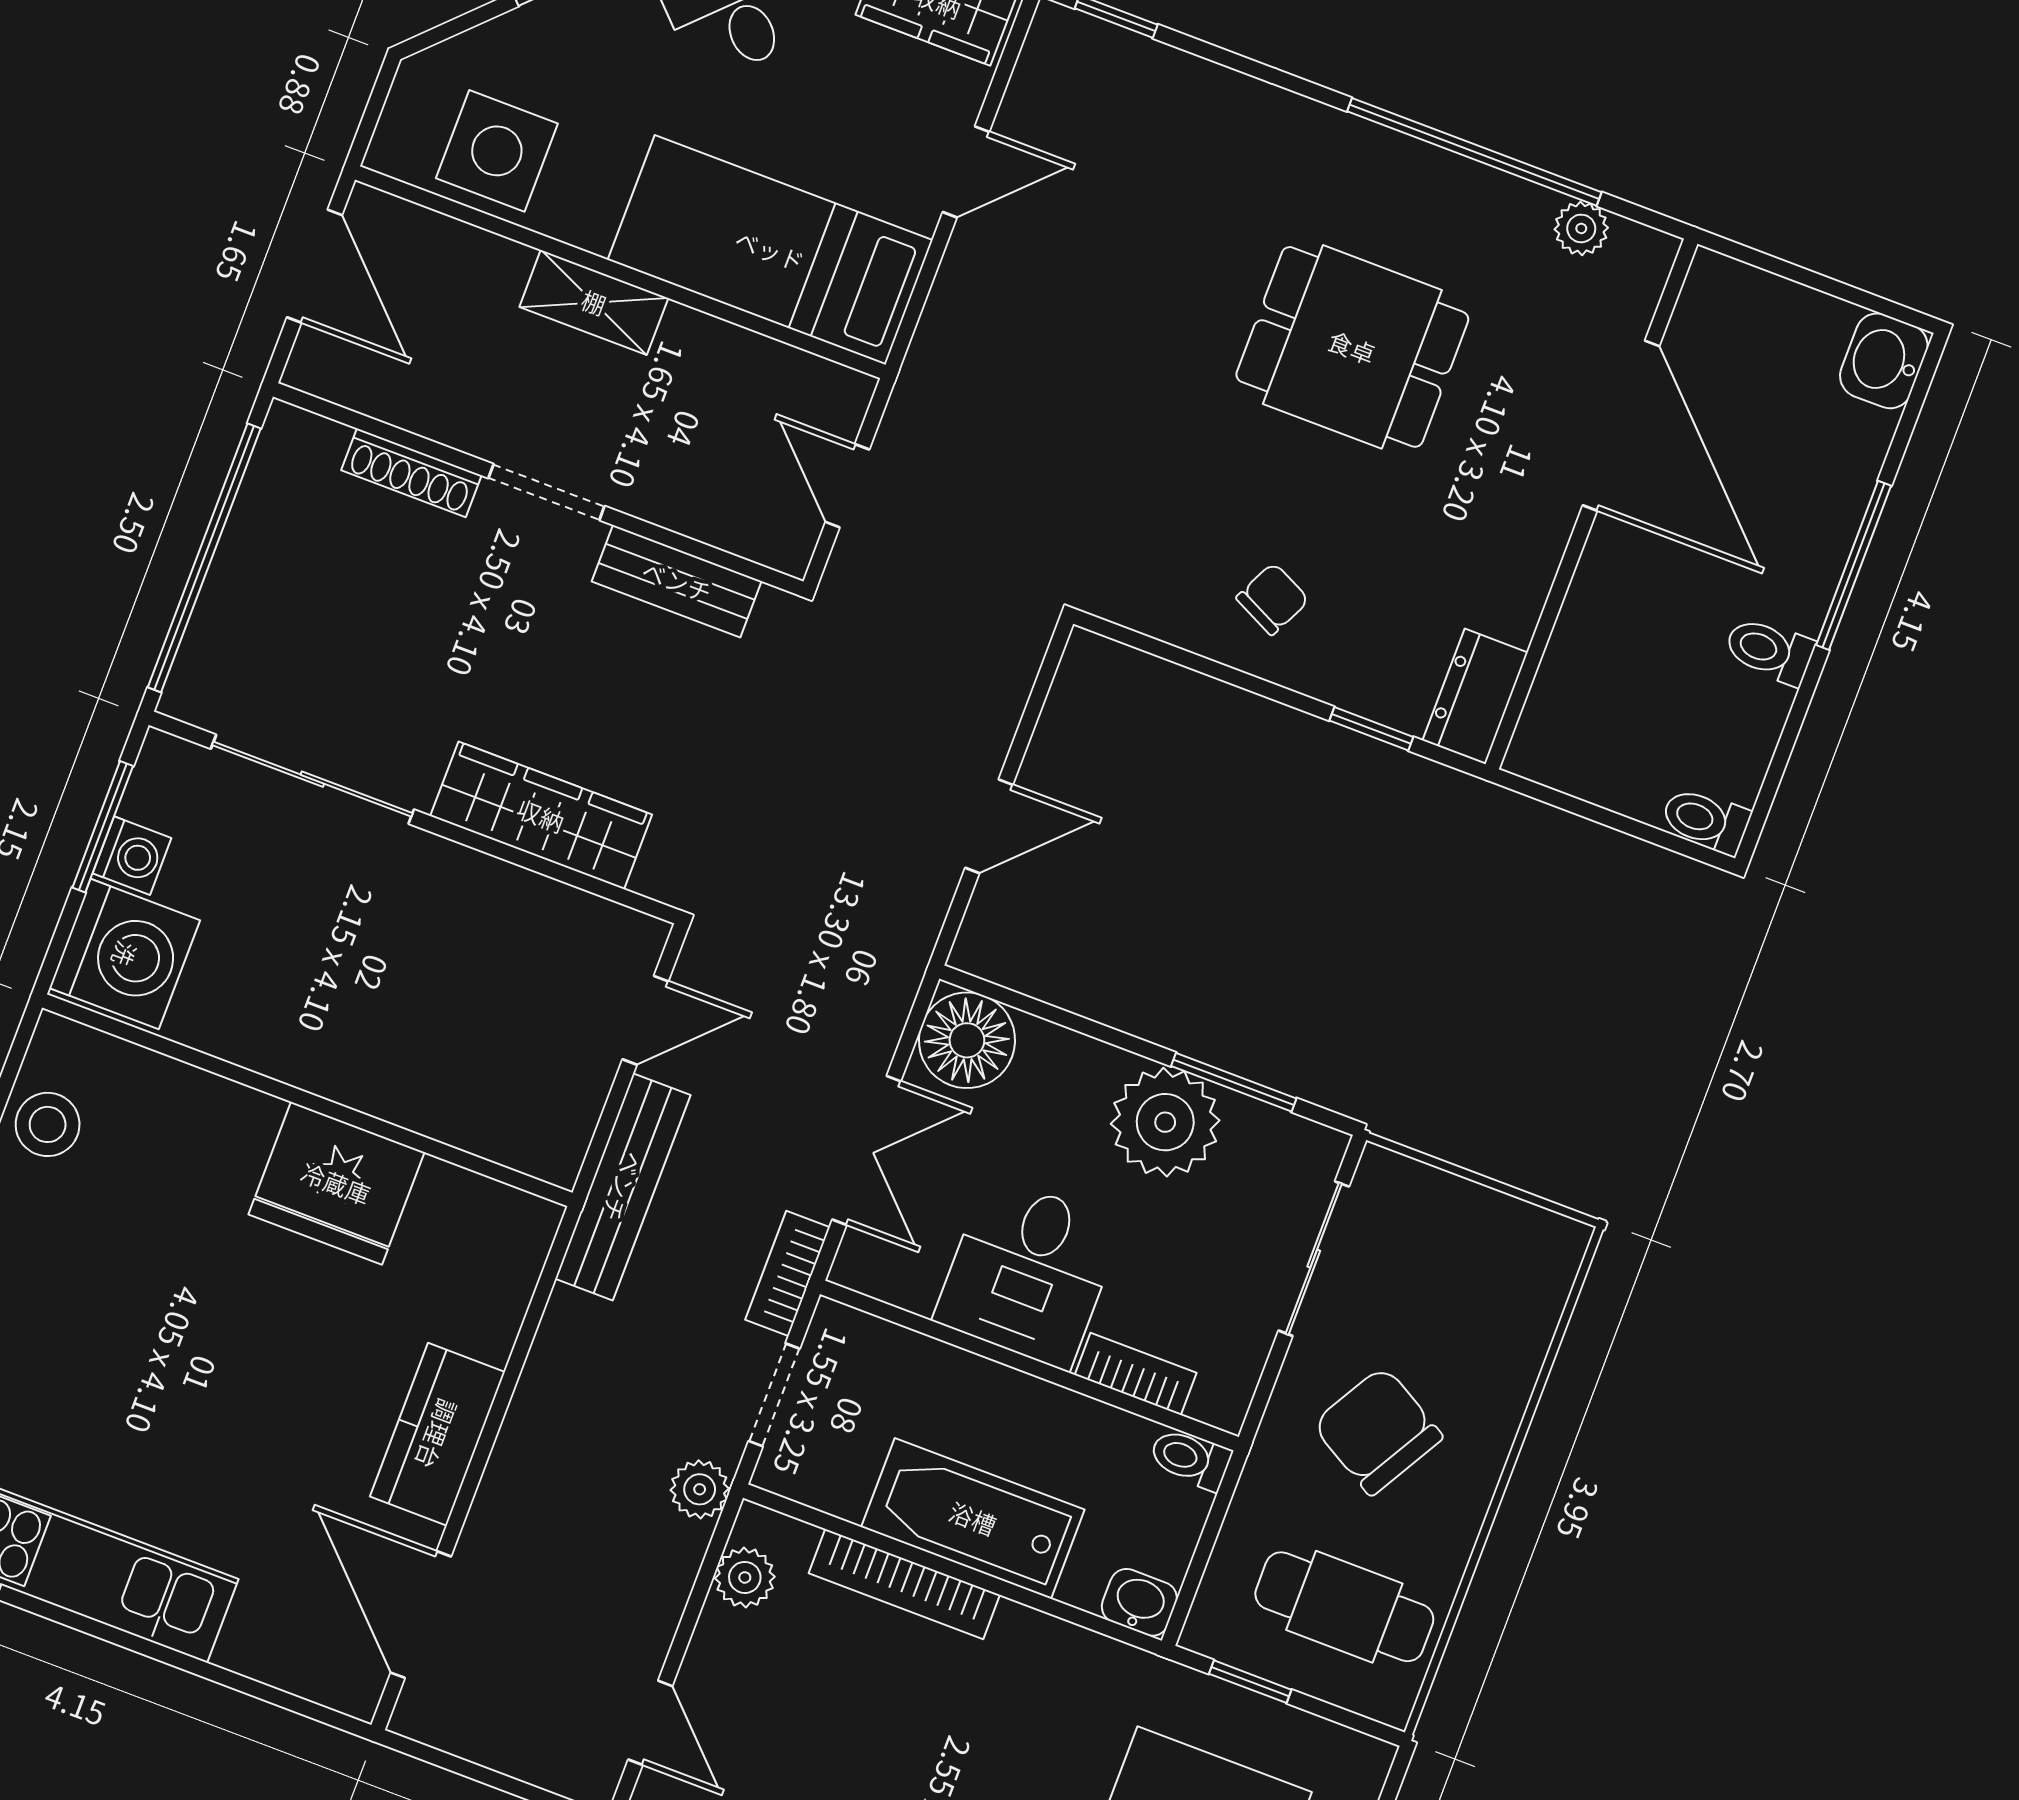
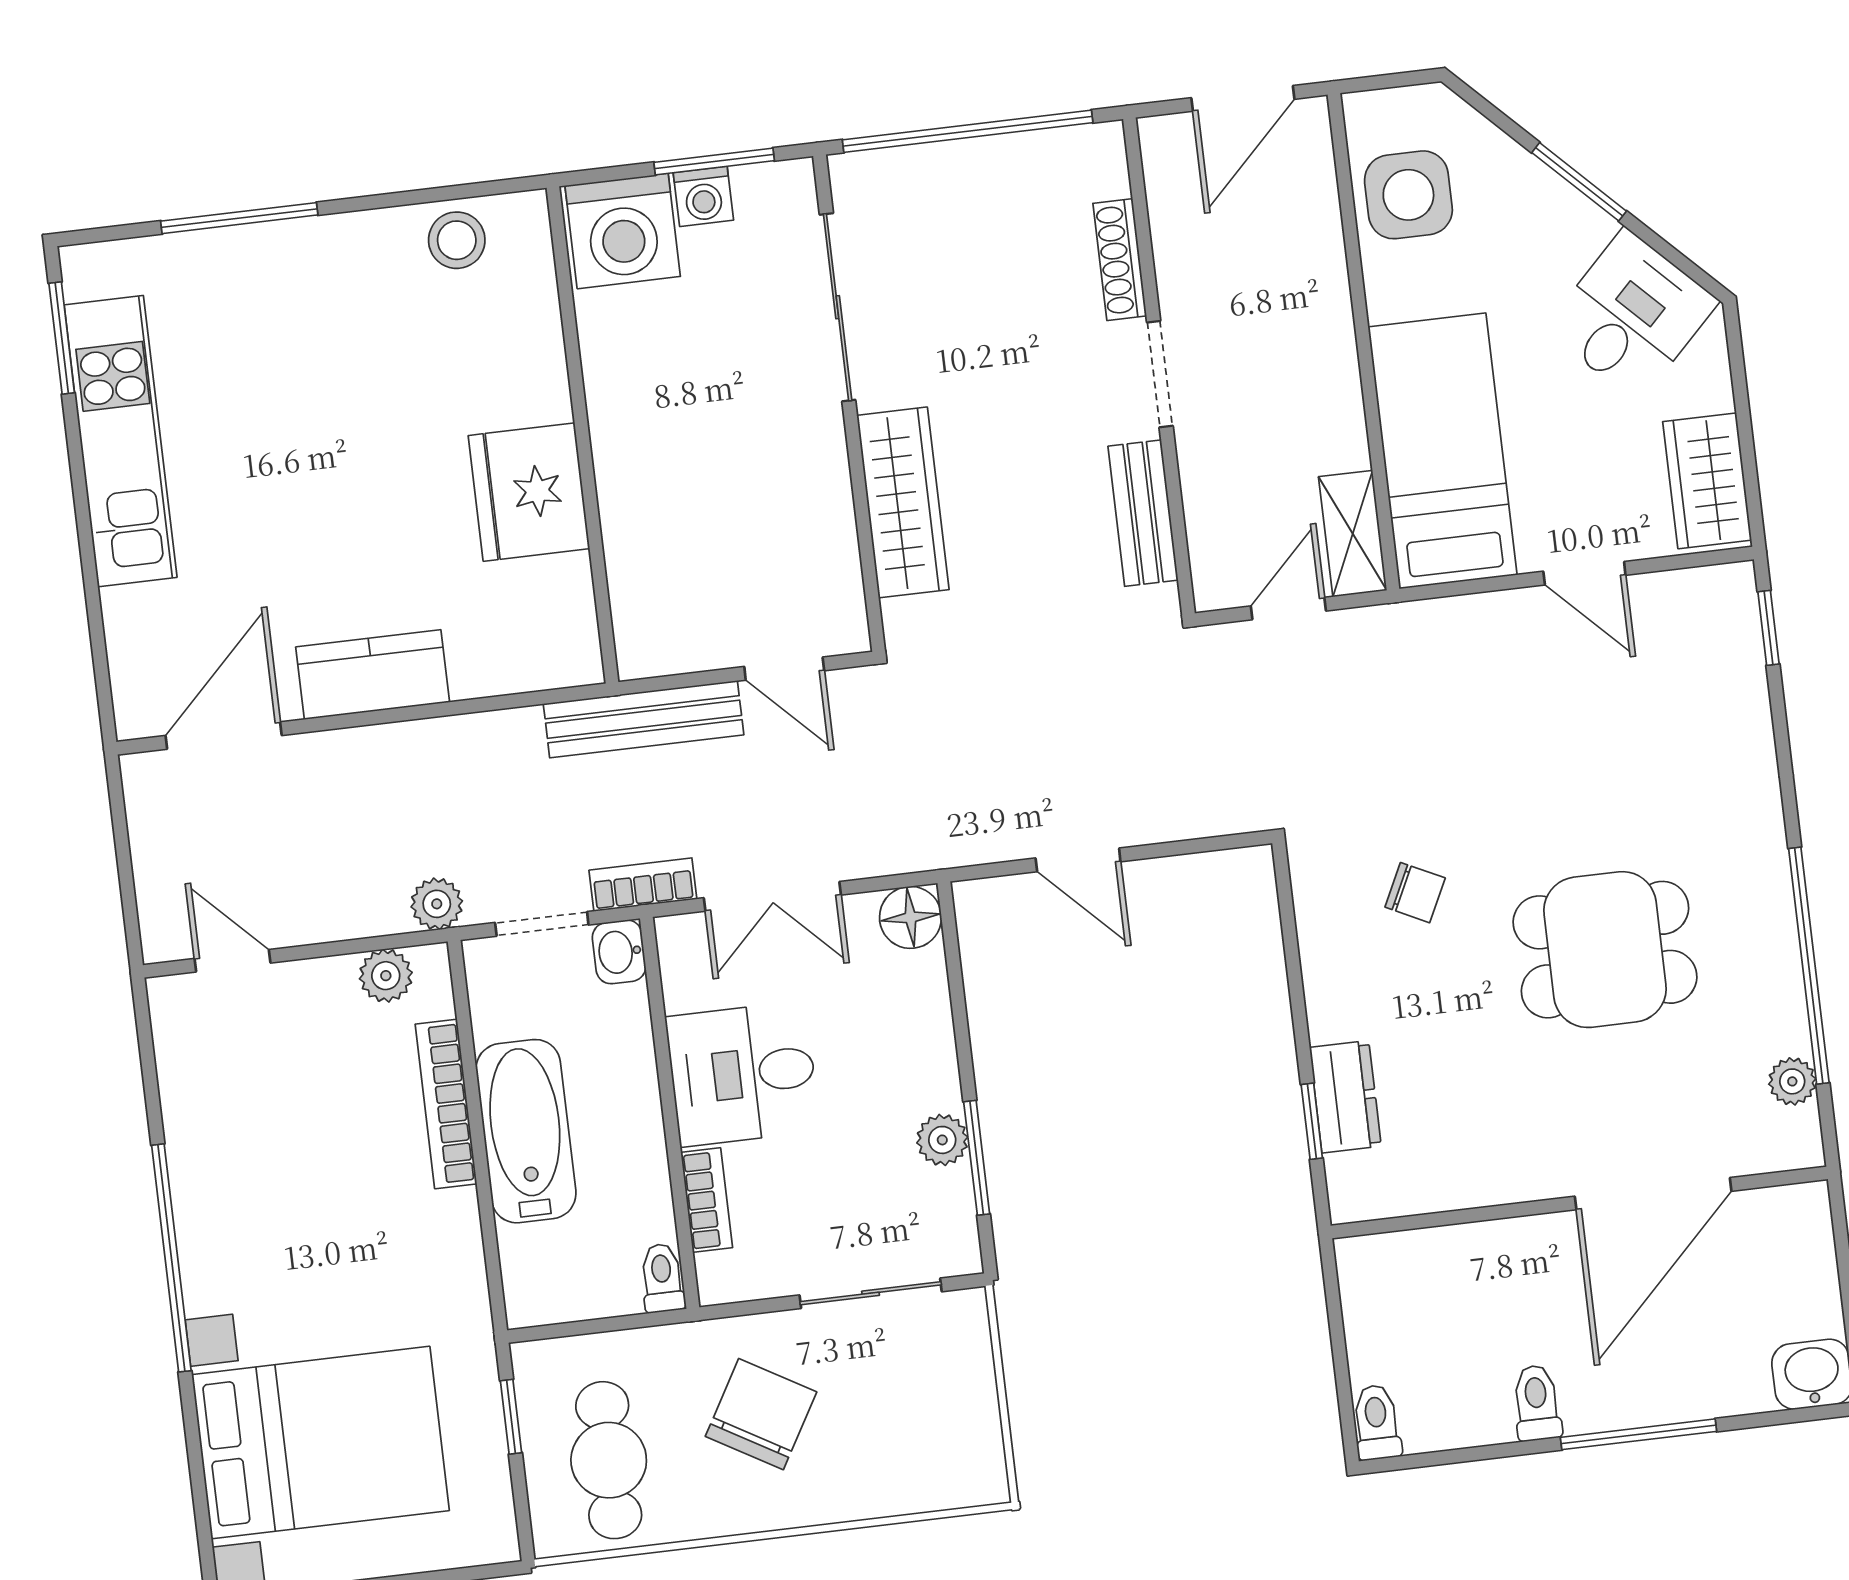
shelving: (594, 302) -> (1353, 534), moved
dining table: (1352, 347) -> (1605, 950), turned 90
chair: (1273, 599) -> (1415, 893), moved
dresser: (1475, 696) -> (1345, 1097), moved, turned 90
floor lamp: (967, 1040) -> (911, 917), width x0.73, depth x0.73
plant: (1165, 1122) -> (942, 1140), width x0.53, depth x0.53
washbasin: (1139, 1602) -> (619, 952), moved, turned 180
door: (650, 1723) -> (232, 961), swing flipped

